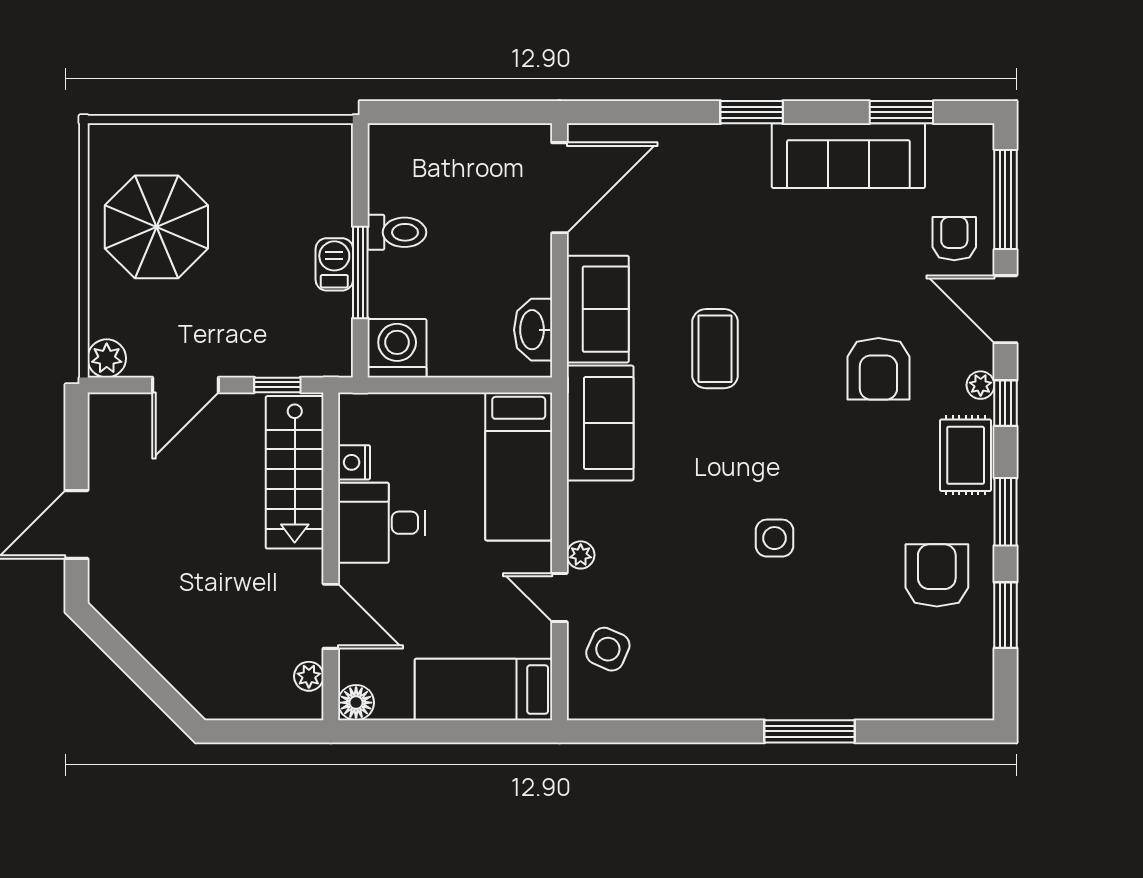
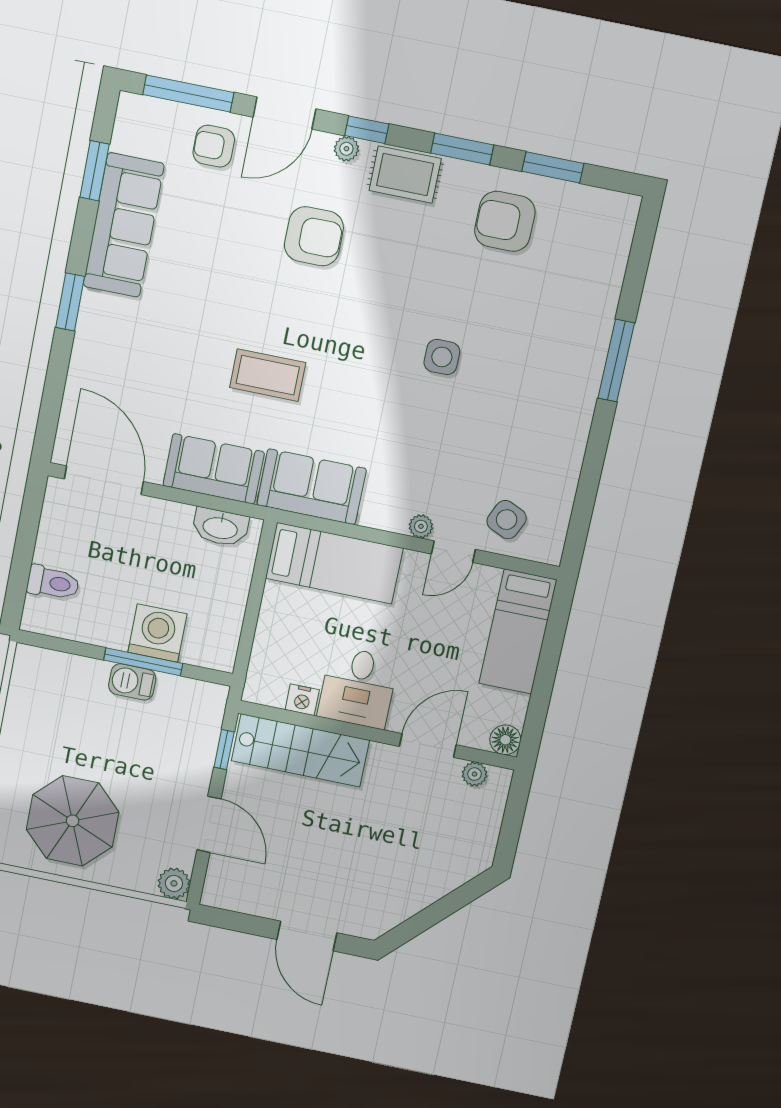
toilet: (397, 232) -> (53, 583), moved, turned 90
washing machine: (397, 348) -> (157, 633), moved, turned 90

